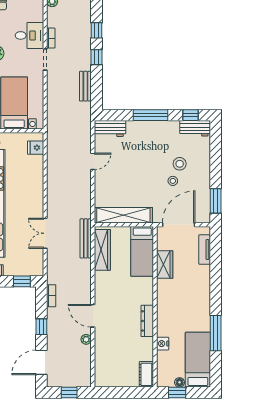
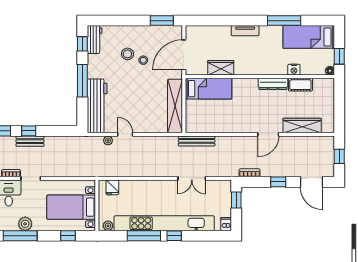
bench: (85, 86) -> (30, 141), moved
workbench: (110, 128) -> (97, 106), width x1.88, depth x1.32
door: (179, 225) -> (184, 55), hinge flipped
wardrobe: (102, 250) -> (302, 125), moved
tv unit: (205, 250) -> (245, 31), moved
plant: (86, 339) -> (108, 140), moved
cot: (146, 374) -> (300, 85), moved
floor lamp: (180, 382) -> (330, 71), moved

